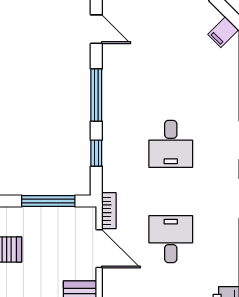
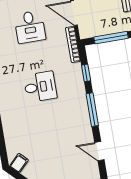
desk: (171, 144) -> (40, 87), turned 90
bookcase: (109, 211) -> (73, 44), width x1.56

